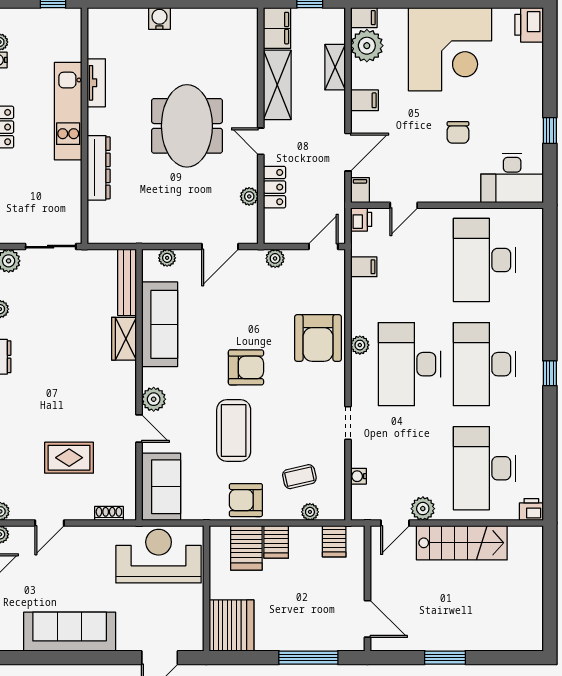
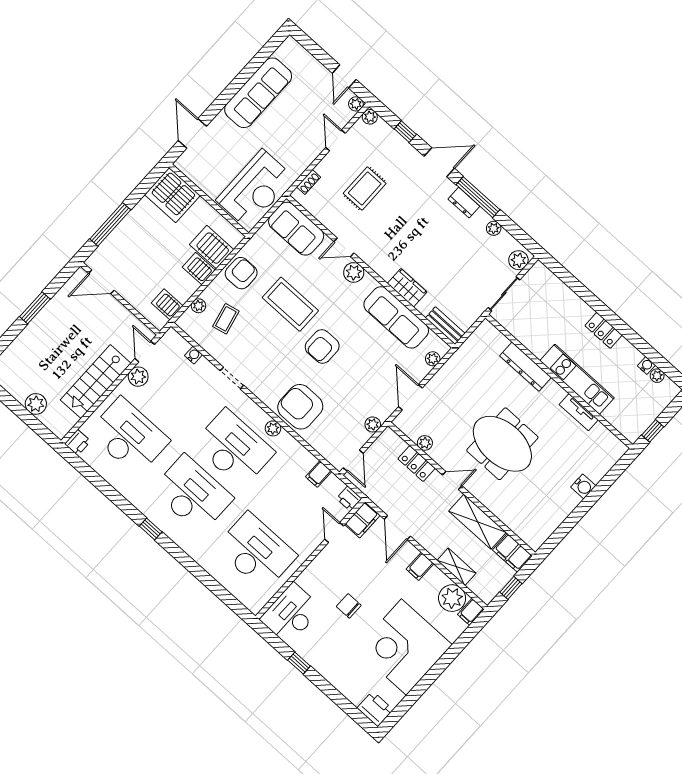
filing cabinet: (360, 190) -> (362, 520), width x2.00
bench: (127, 282) -> (445, 326), width x0.73
plant: (531, 578) -> (36, 404), added

